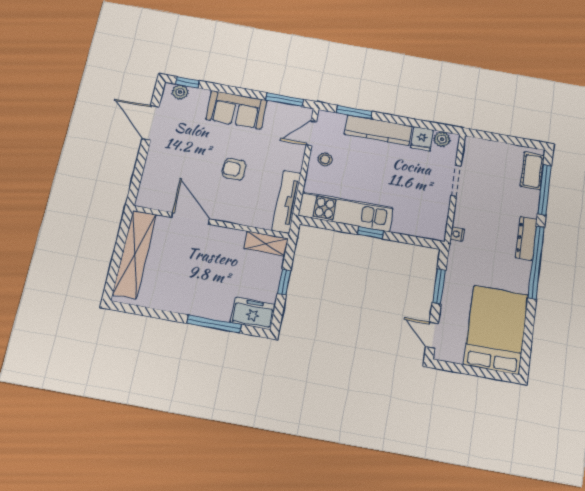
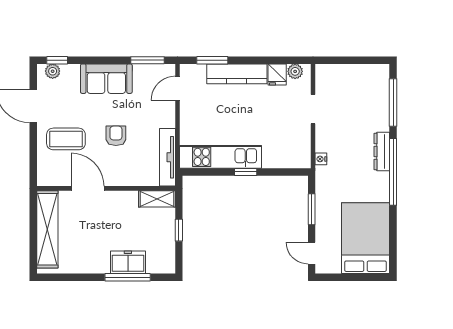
stool: (325, 159) -> (194, 111), removed
coffee table: (178, 162) -> (66, 139), added
armchair: (234, 169) -> (116, 136), turned 90
cot: (532, 171) -> (380, 86), removed
freezer: (253, 313) -> (128, 262), moved

